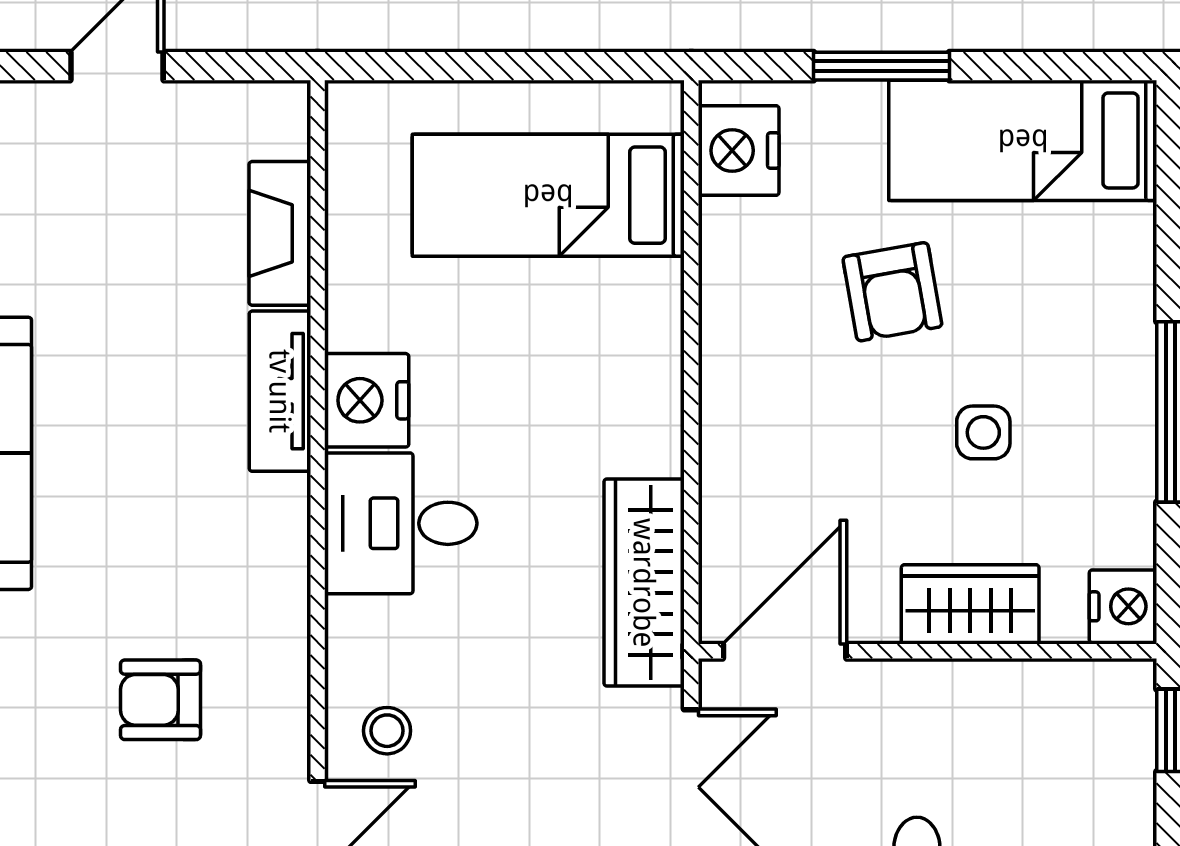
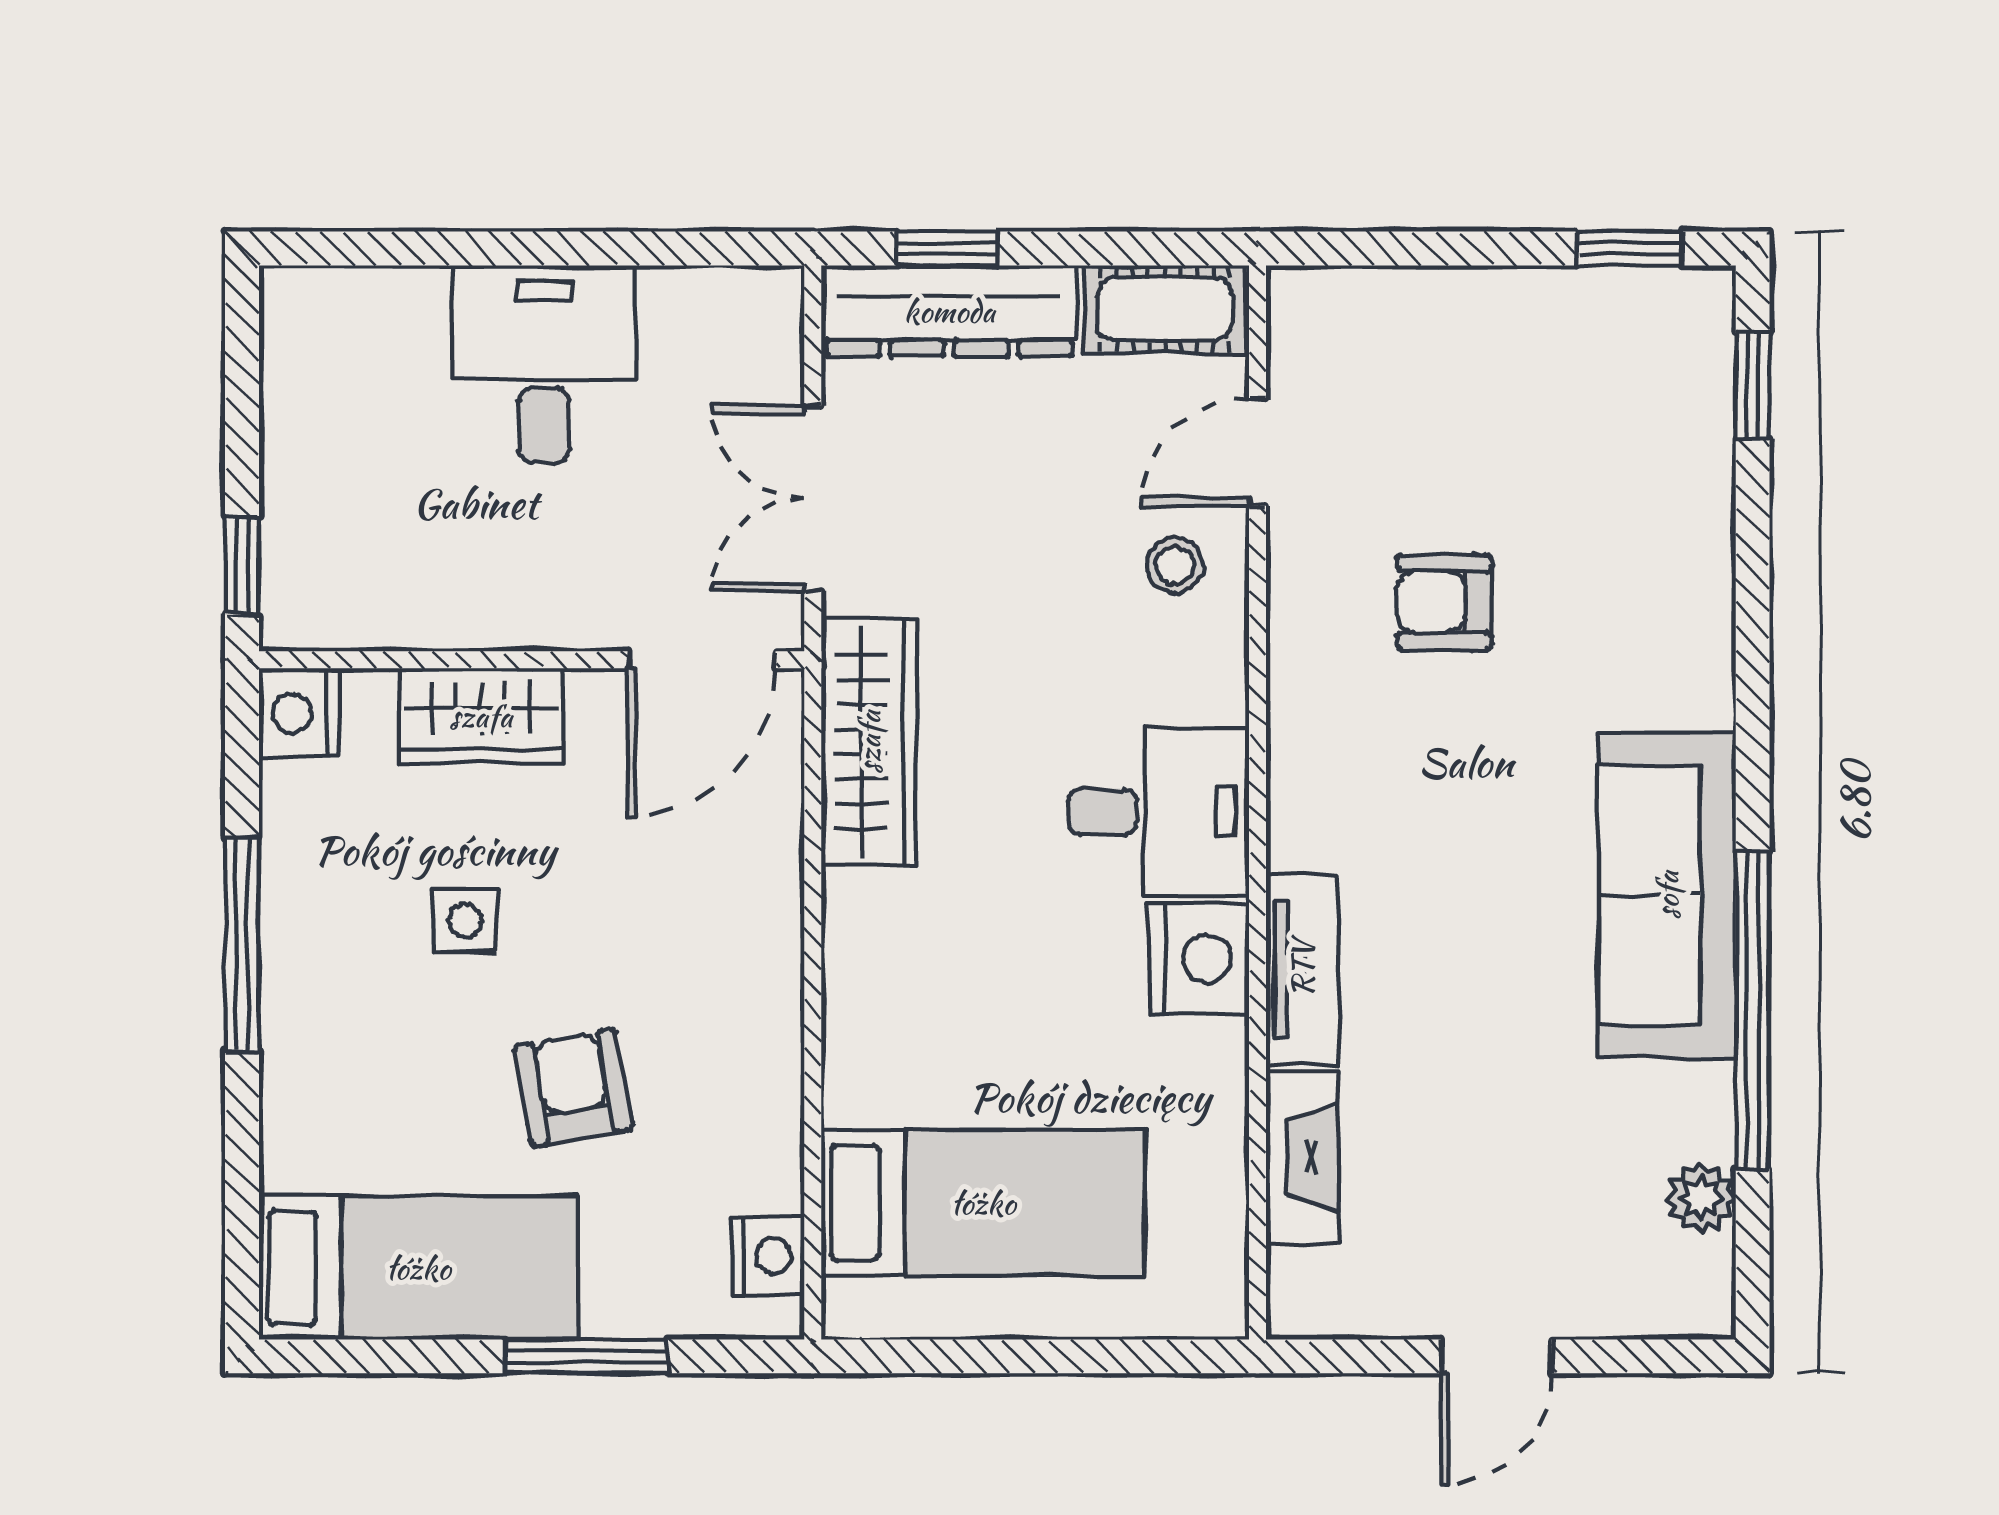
nightstand: (739, 150) -> (768, 1256), width x0.74, depth x0.75
armchair: (161, 700) -> (1444, 602), turned 180

